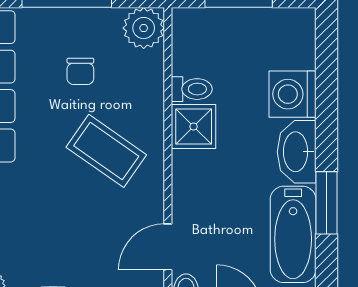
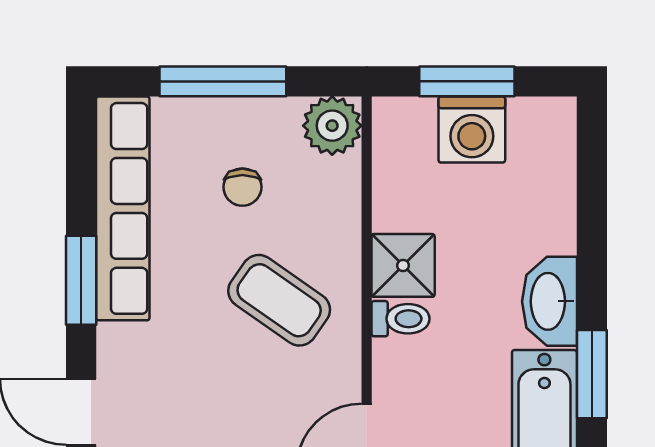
toilet: (192, 89) -> (400, 319), moved
washing machine: (293, 94) -> (472, 130), moved, turned -90

